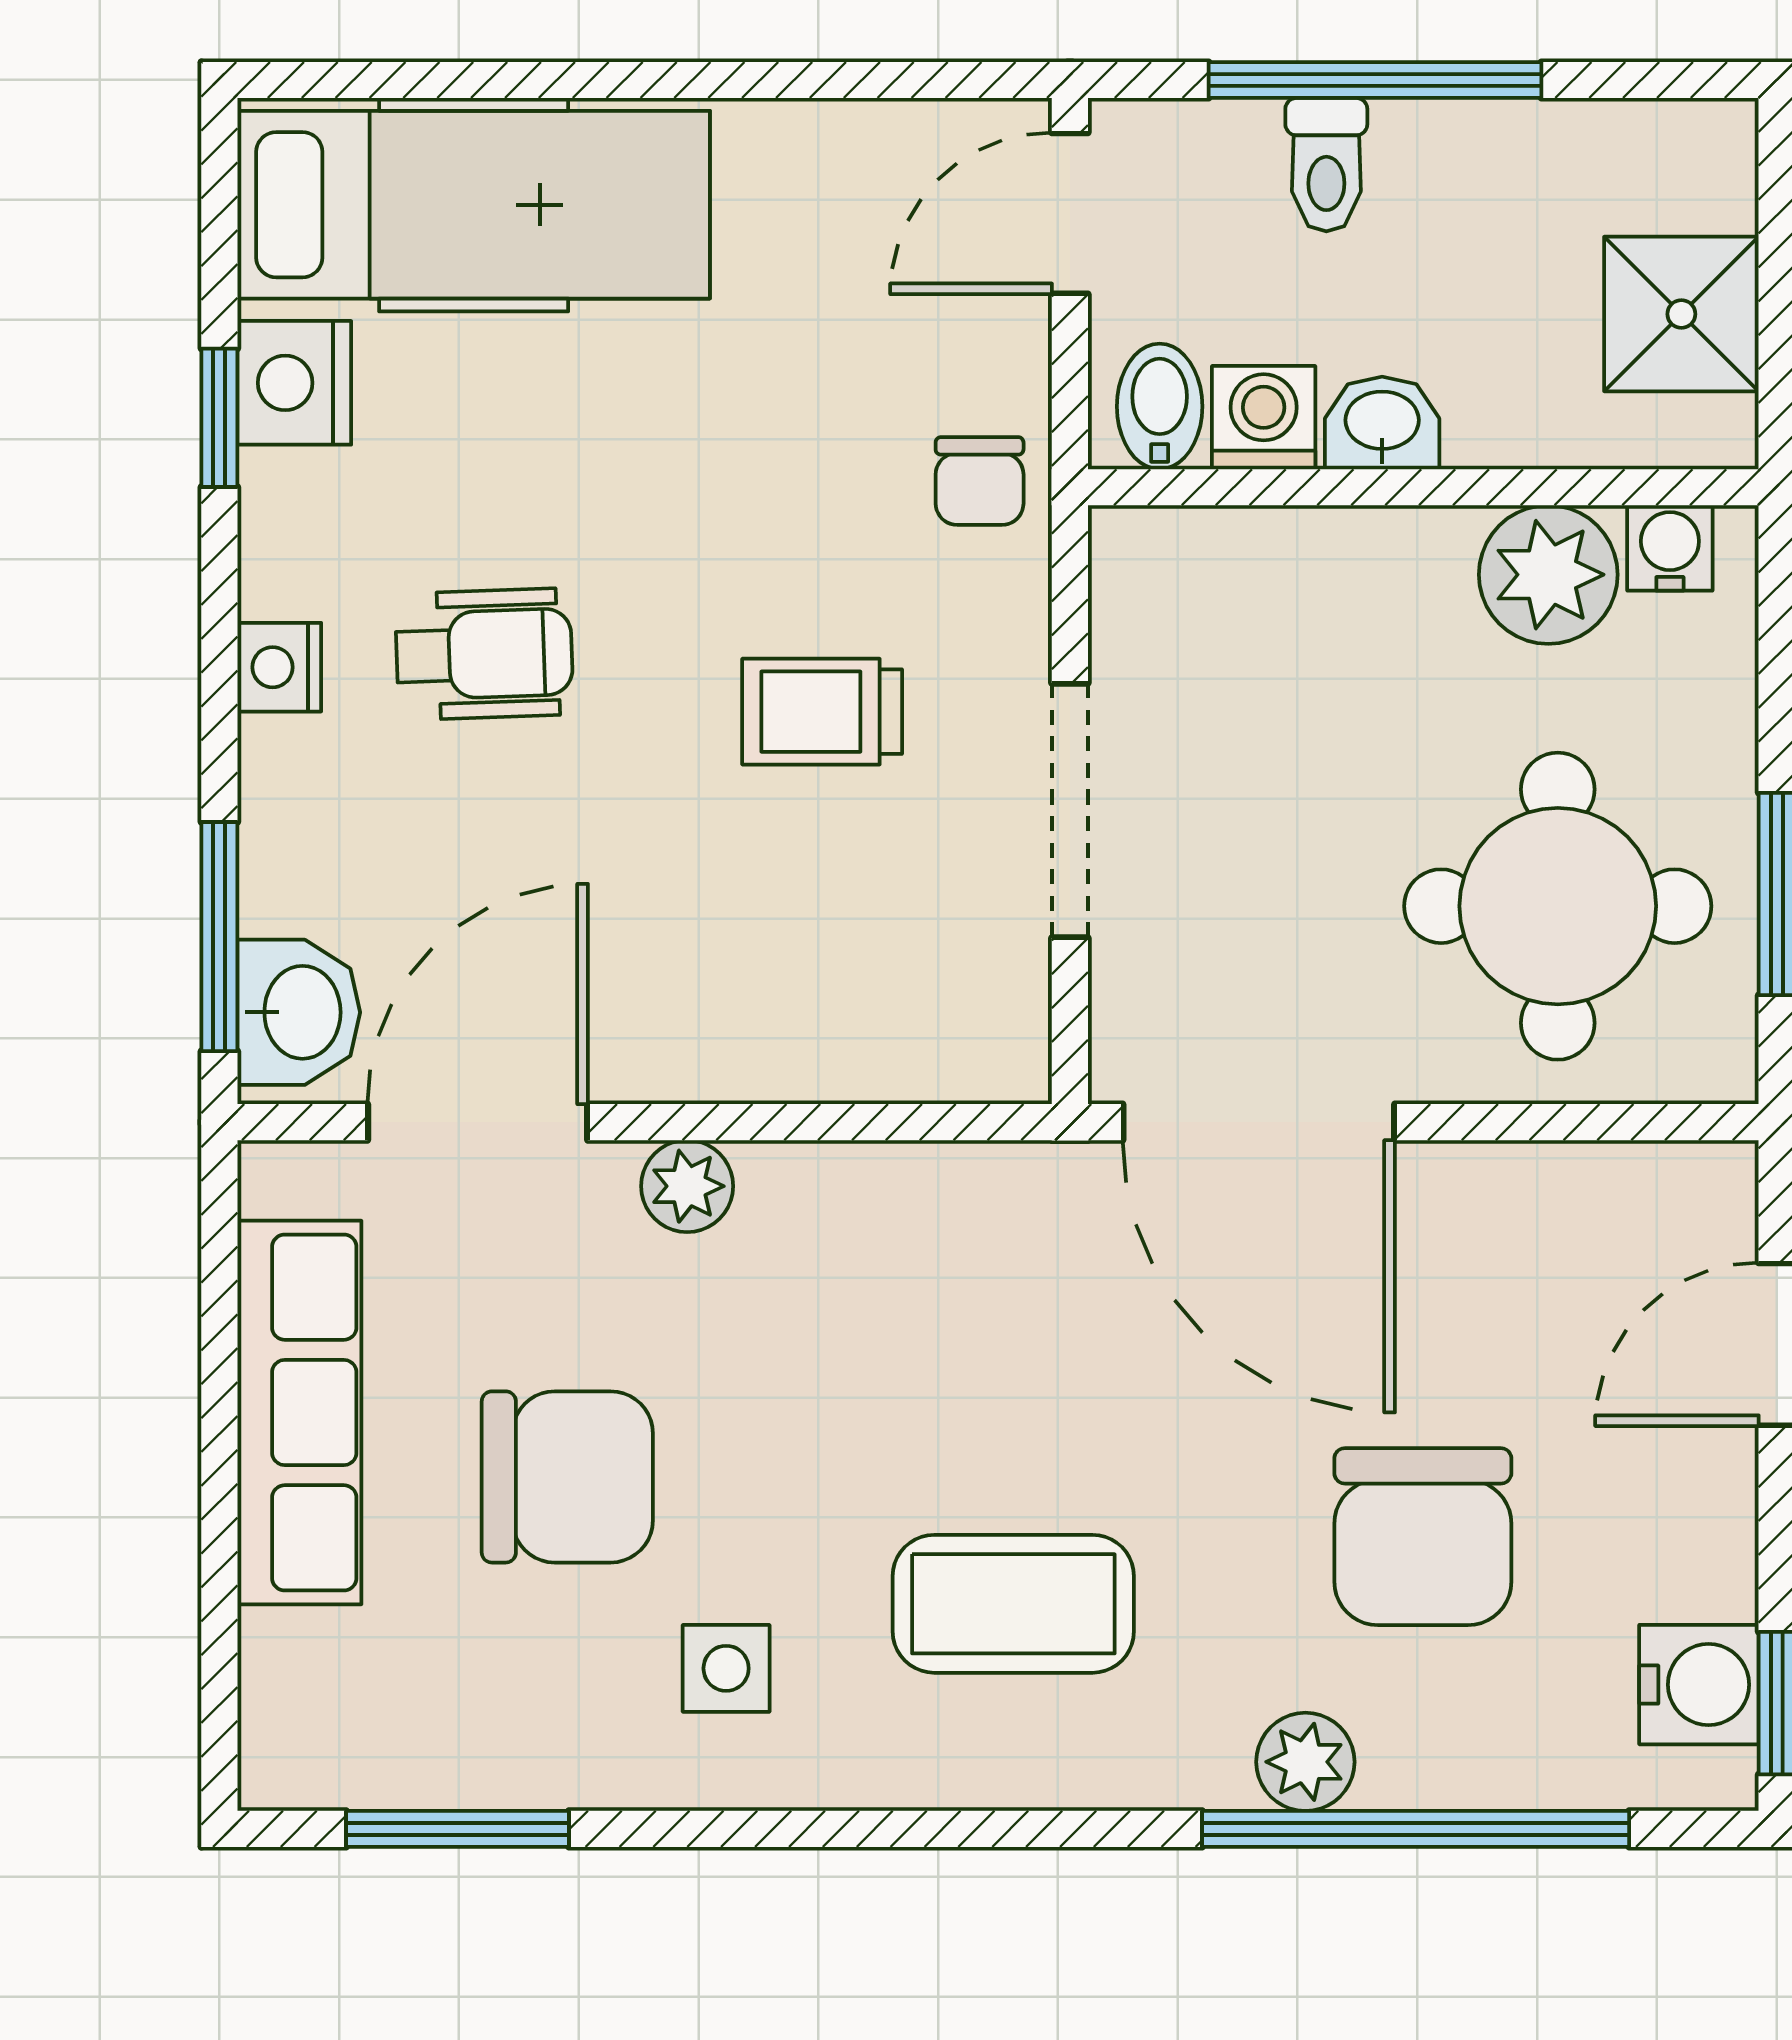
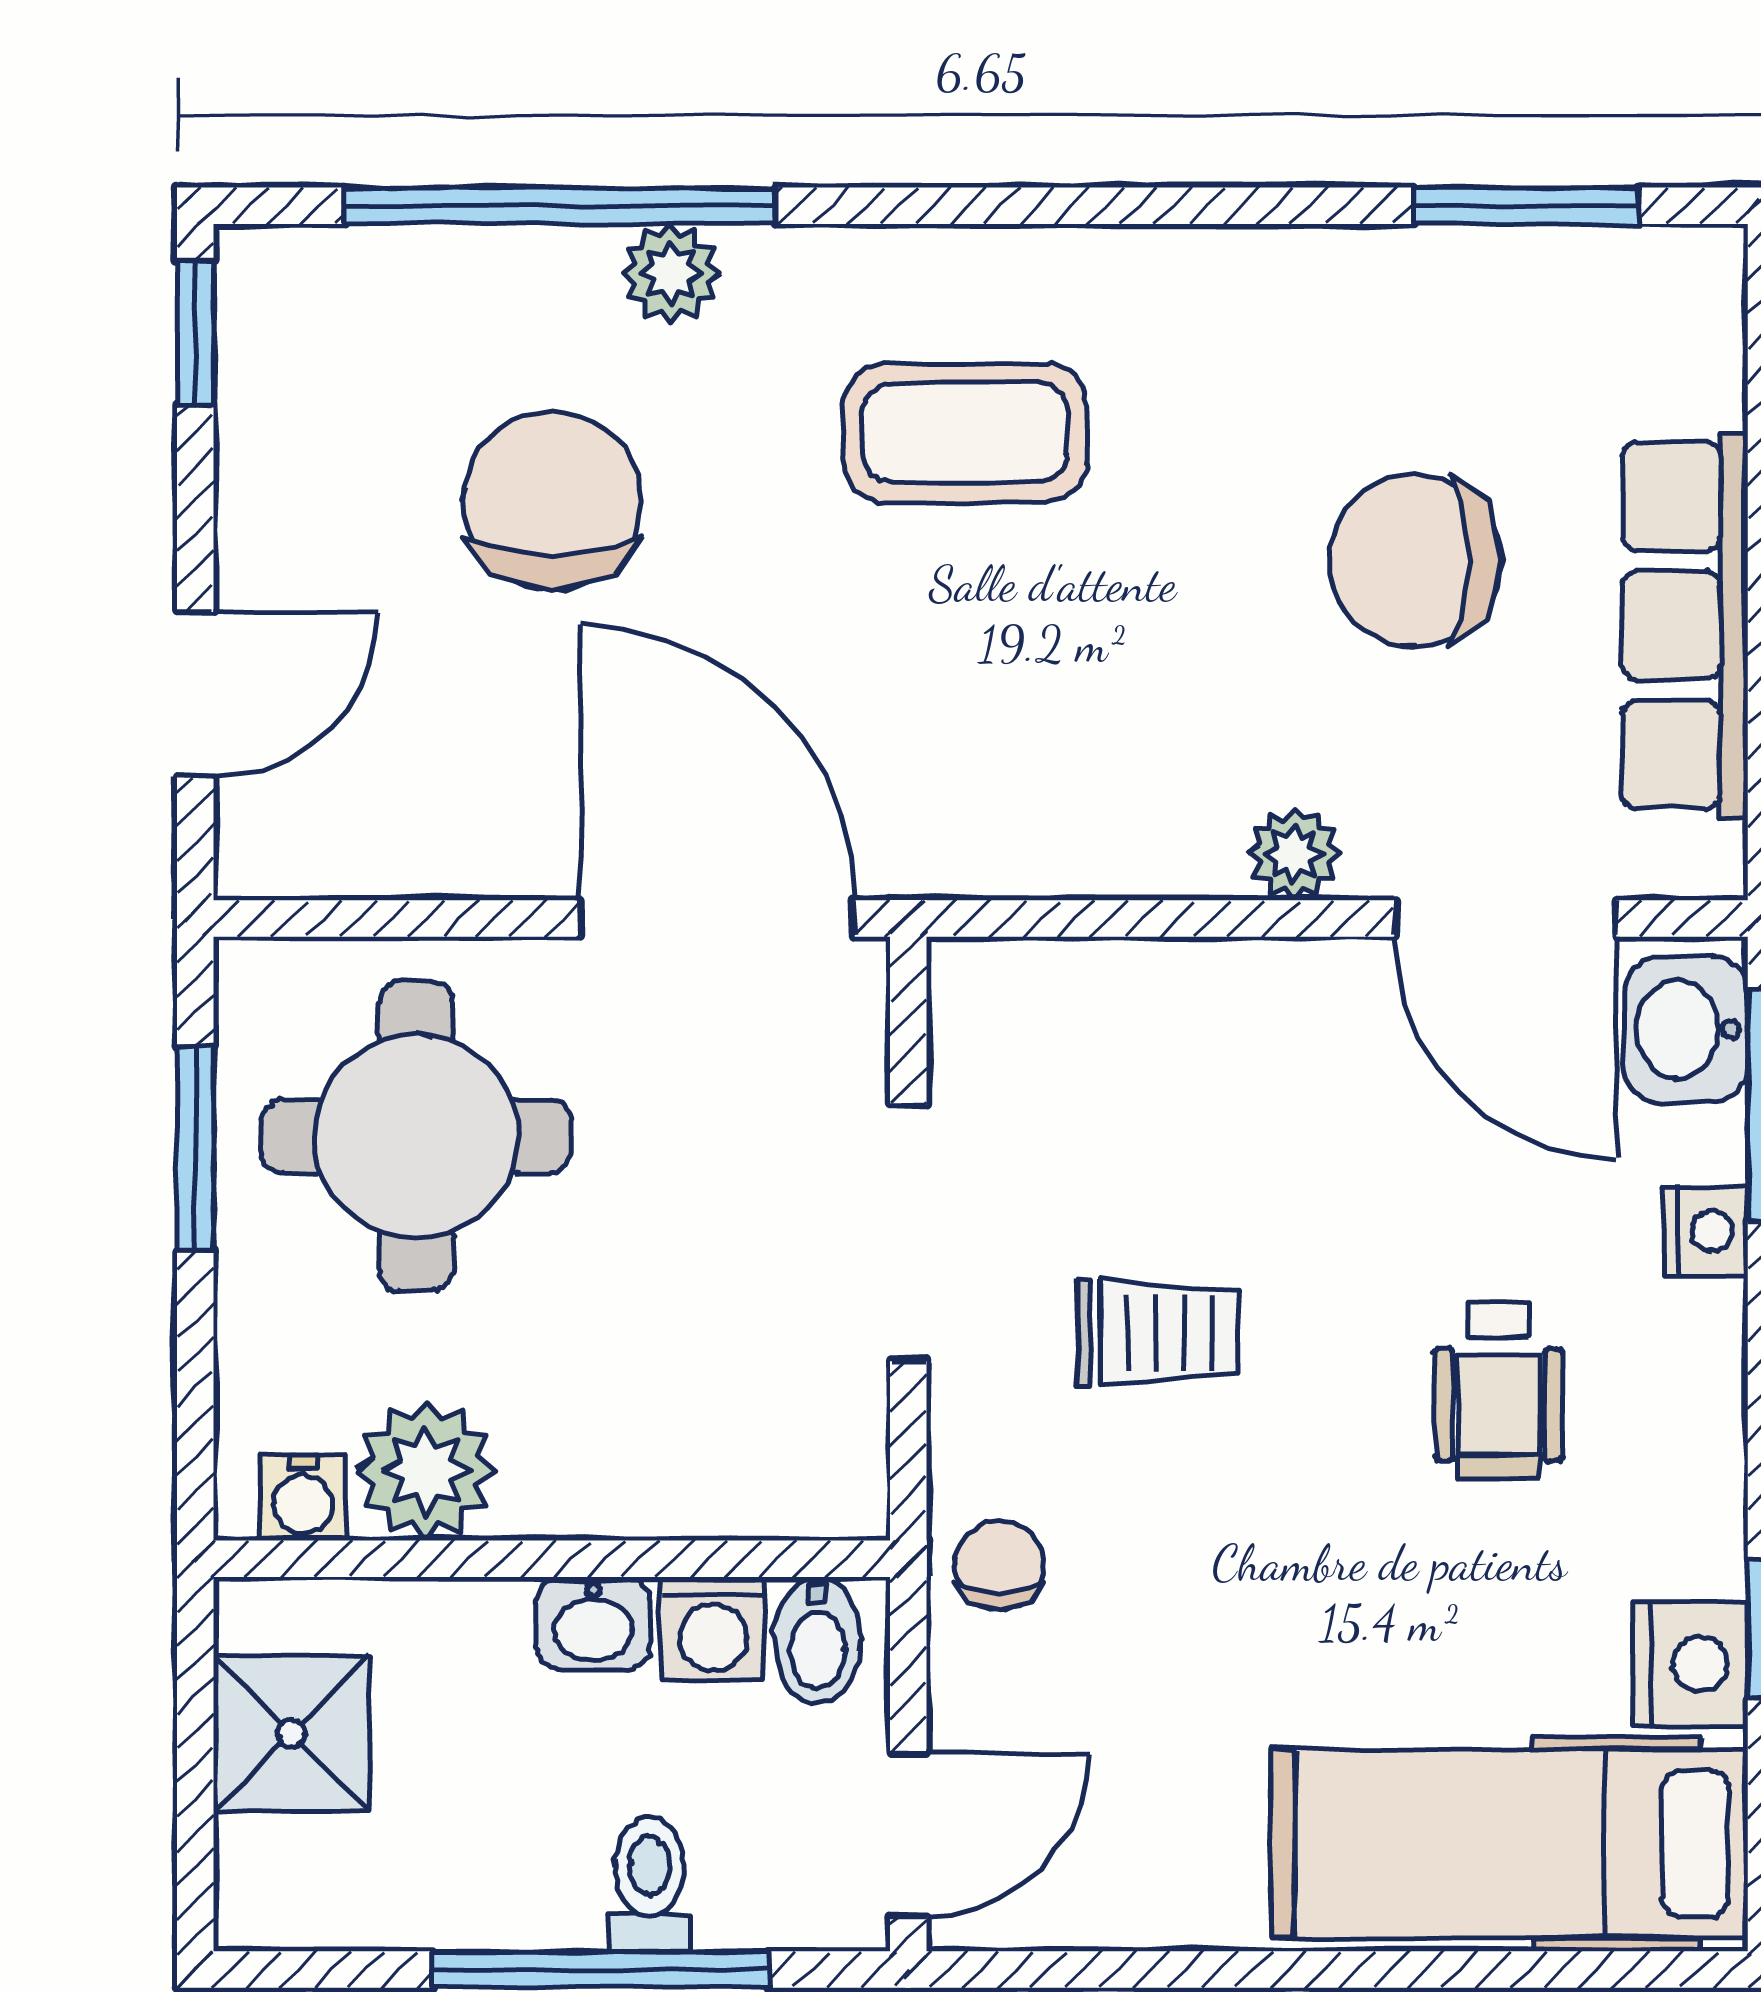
wheelchair: (484, 654) -> (1499, 1390), turned -88
nightstand: (279, 667) -> (1705, 1231), moved
door: (478, 1122) -> (1505, 918), hinge flipped
side table: (726, 1668) -> (1255, 368), removed
water cooler: (1699, 1685) -> (274, 351), removed

